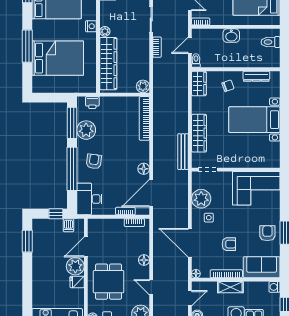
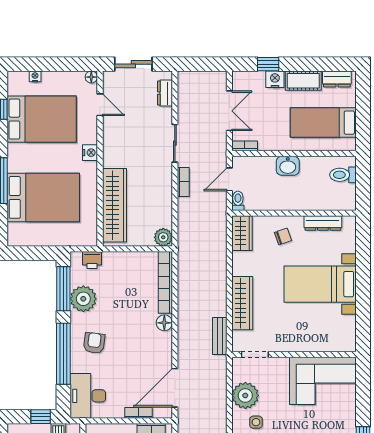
plant: (105, 31) -> (110, 160), removed
bench: (183, 152) -> (220, 336), width x0.73
floor lamp: (144, 169) -> (164, 323), moved

